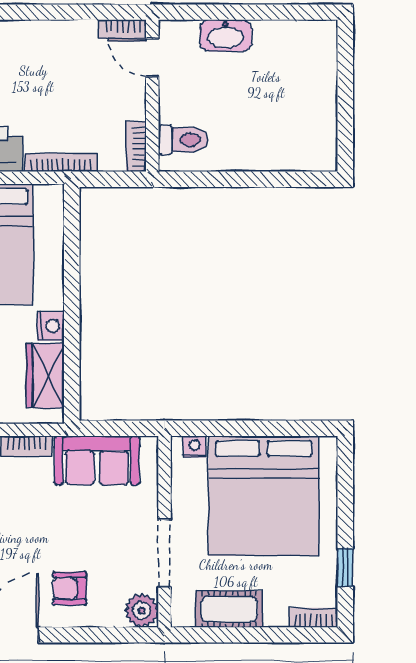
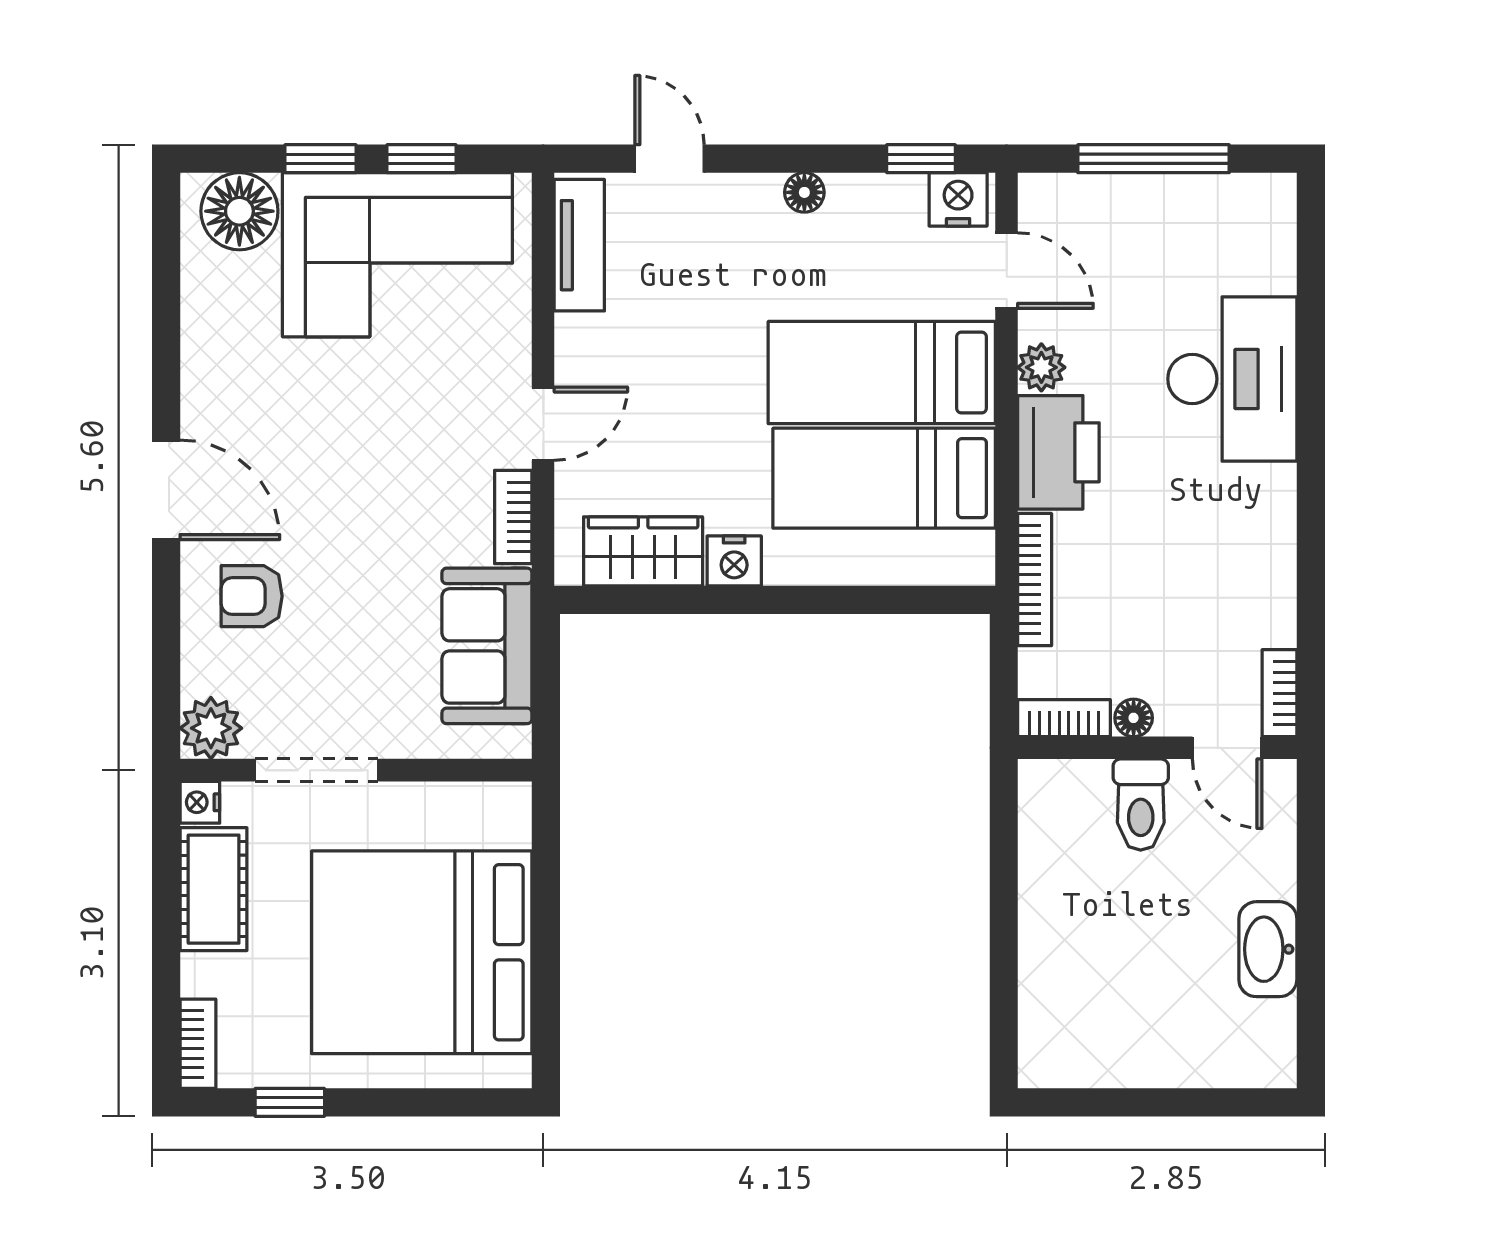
washbasin: (226, 36) -> (1268, 949), moved
door: (152, 58) -> (1227, 748), swing flipped
floor lamp: (136, 109) -> (1134, 718), added
toilet: (183, 140) -> (1141, 805), moved
nightstand: (195, 447) -> (200, 802), moved, turned 180
armchair: (70, 588) -> (252, 596), turned -90

